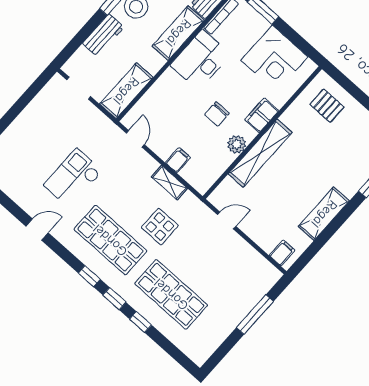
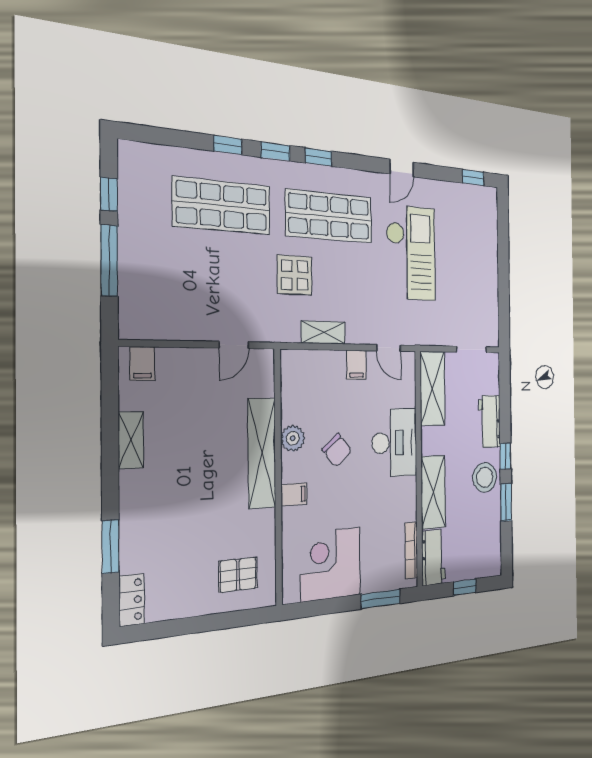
desk: (200, 60) -> (394, 443), moved
chair: (217, 114) -> (337, 450), turned 140
filing cabinet: (262, 115) -> (294, 494), width x0.50
filing cabinet: (178, 160) -> (356, 365), moved
checkout: (73, 178) -> (411, 253), width x1.36, depth x1.21
shelving: (324, 214) -> (131, 440), width x0.67, depth x0.75
window: (227, 345) -> (109, 194), added

